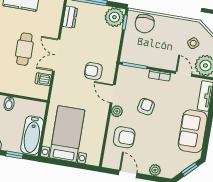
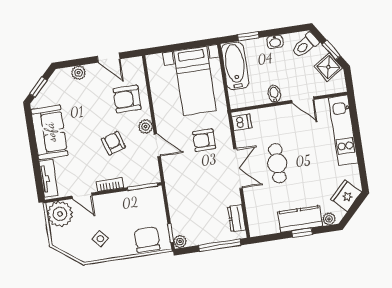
plant: (114, 17) -> (180, 242), width x0.53, depth x0.53
side table: (193, 43) -> (100, 239), moved
armchair: (93, 71) -> (204, 140), moved, turned 180
dishwasher: (43, 79) -> (242, 122), moved
armchair: (146, 107) -> (113, 143), turned 151

